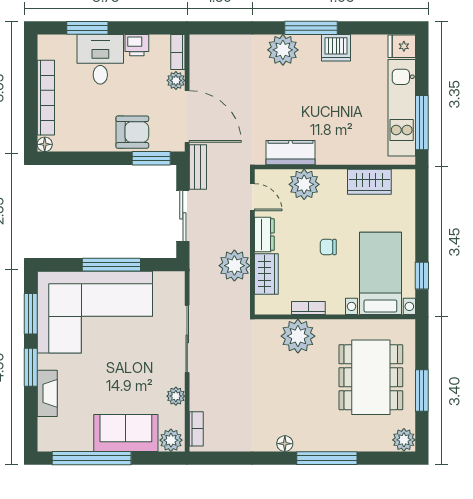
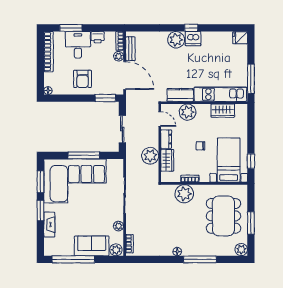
window: (311, 28) -> (191, 28), width x0.46
dishwasher: (336, 48) -> (193, 39), moved
bookcase: (46, 98) -> (49, 52), moved
kitchen unit: (402, 108) -> (220, 94), moved, turned 90
armchair: (132, 132) -> (83, 79), moved, turned 90
bench: (198, 167) -> (130, 49), moved

